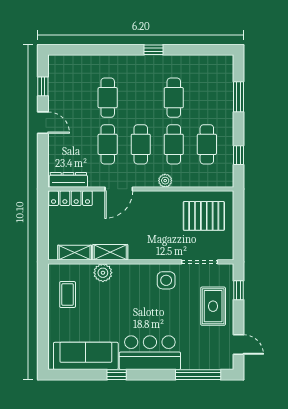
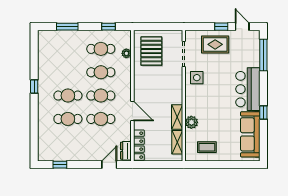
cafe table: (174, 98) -> (68, 96), moved
door: (43, 123) -> (109, 165), moved
dresser: (68, 180) -> (126, 151), width x0.70
plant: (165, 181) -> (126, 53), moved
window: (238, 290) -> (221, 27), moved
door: (238, 345) -> (242, 27), hinge flipped

